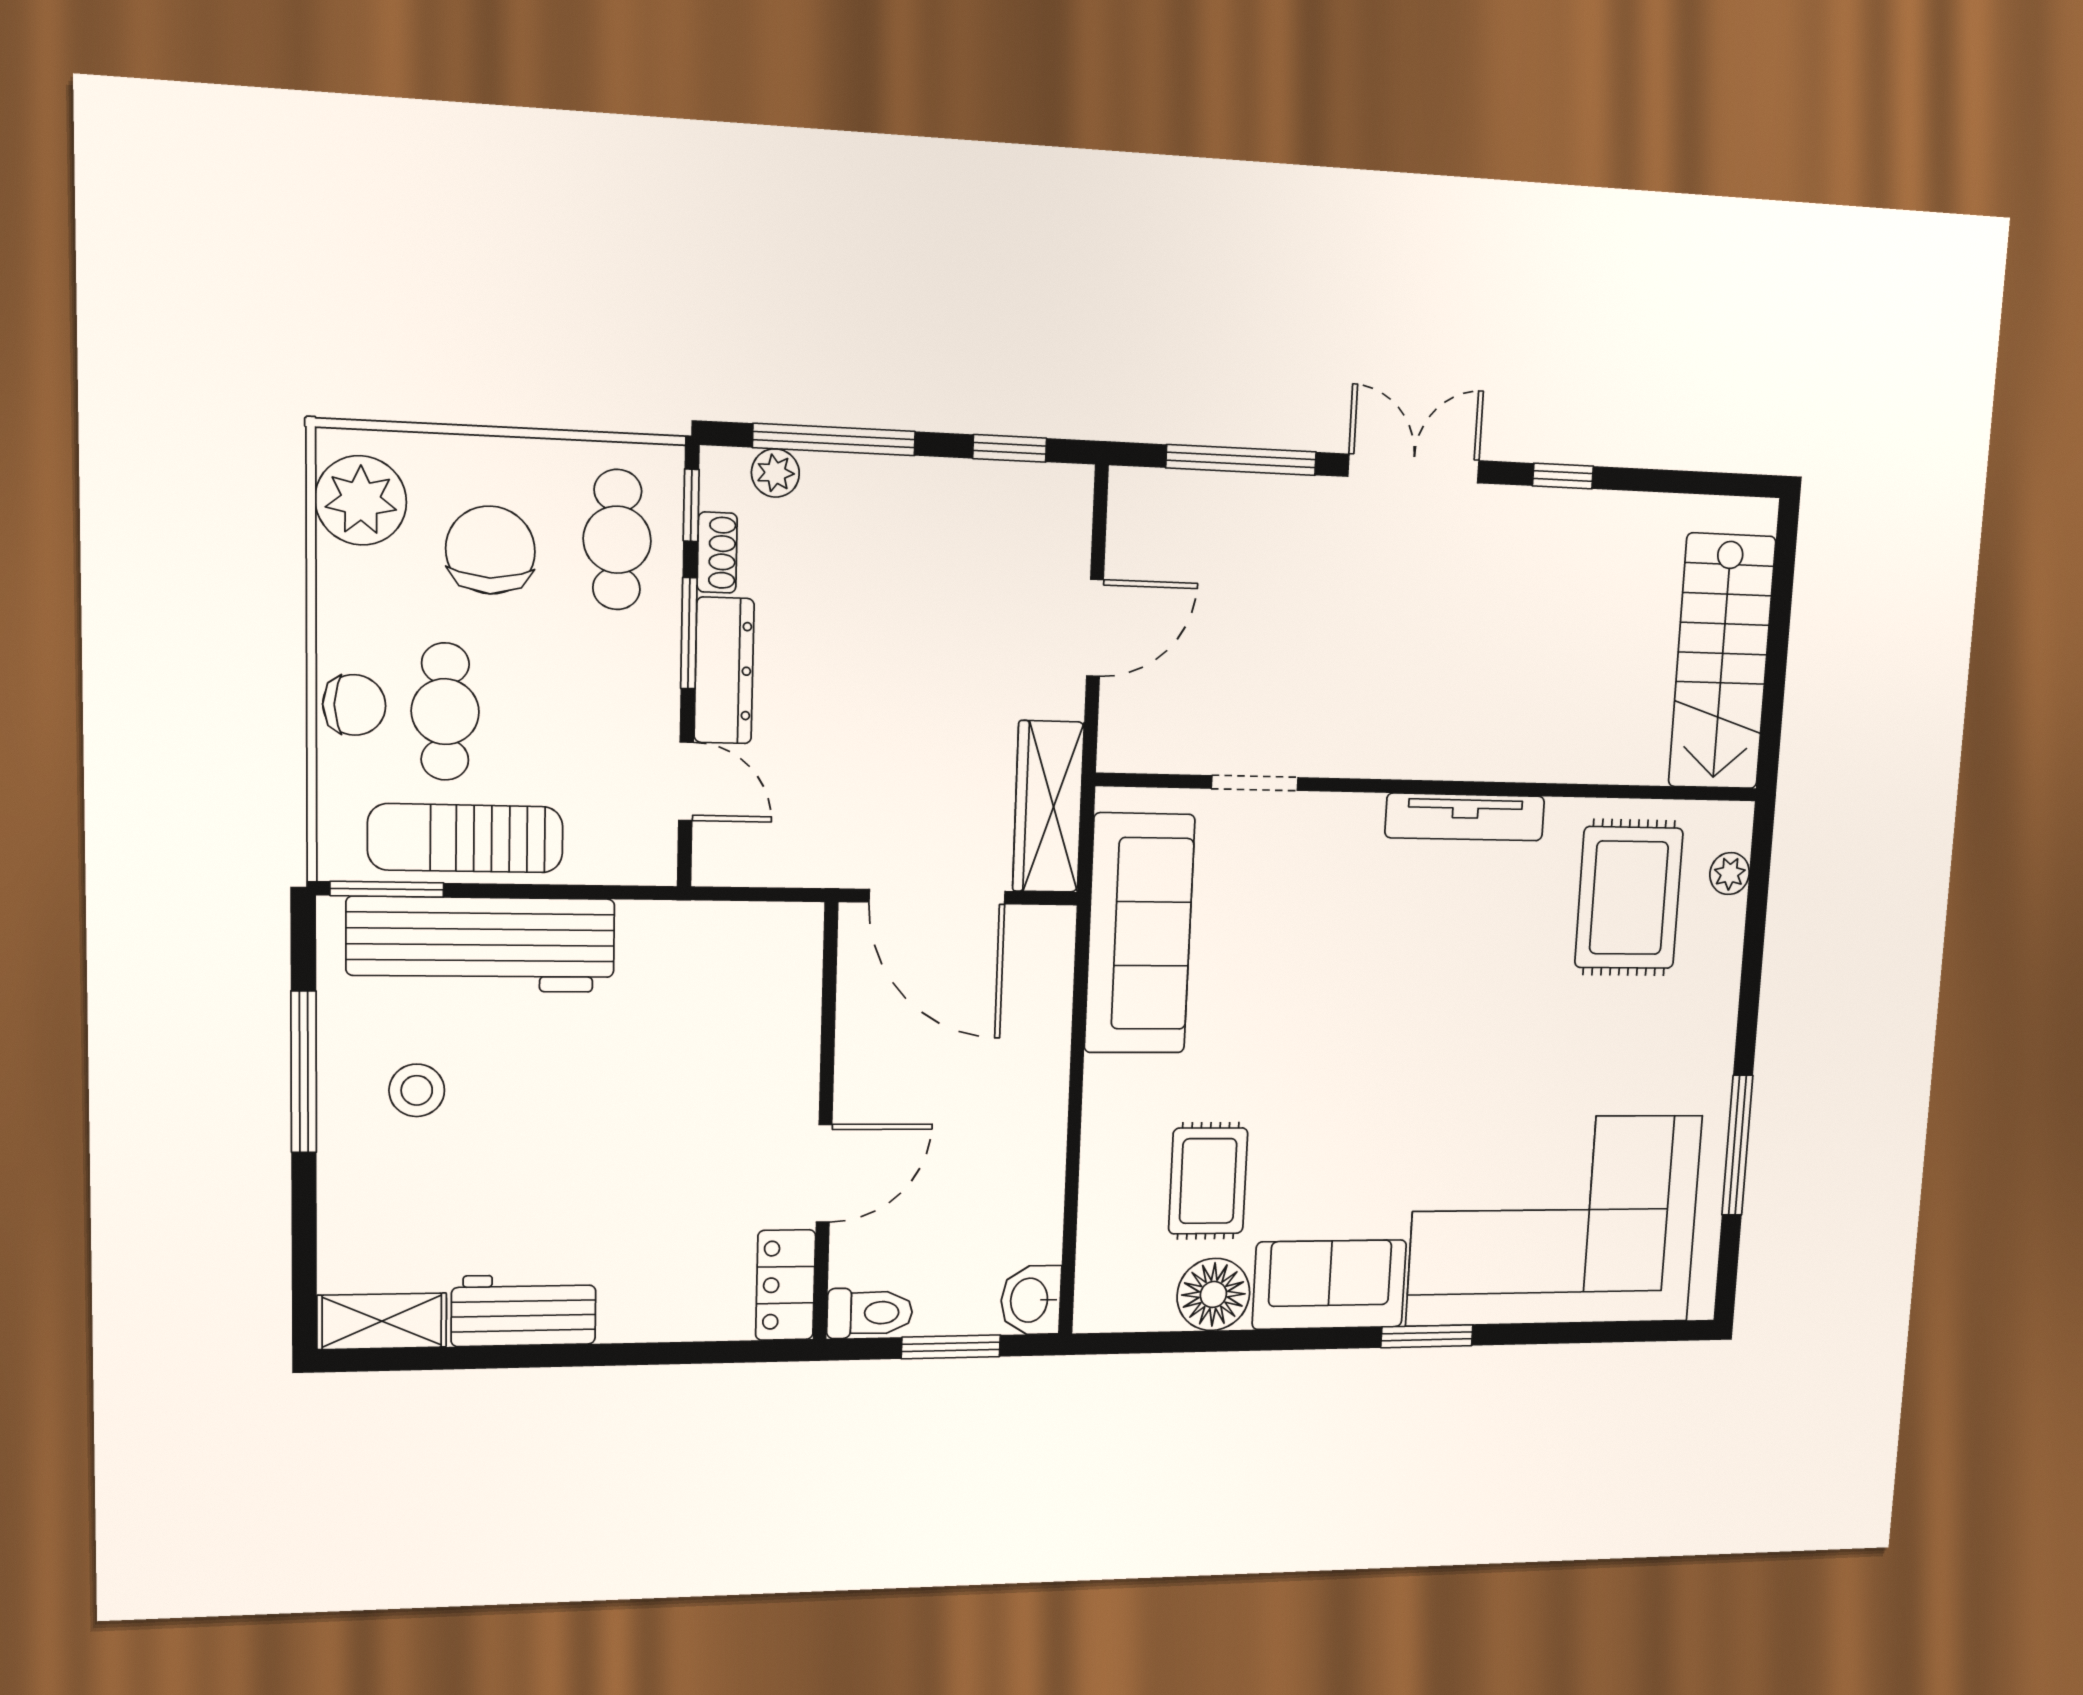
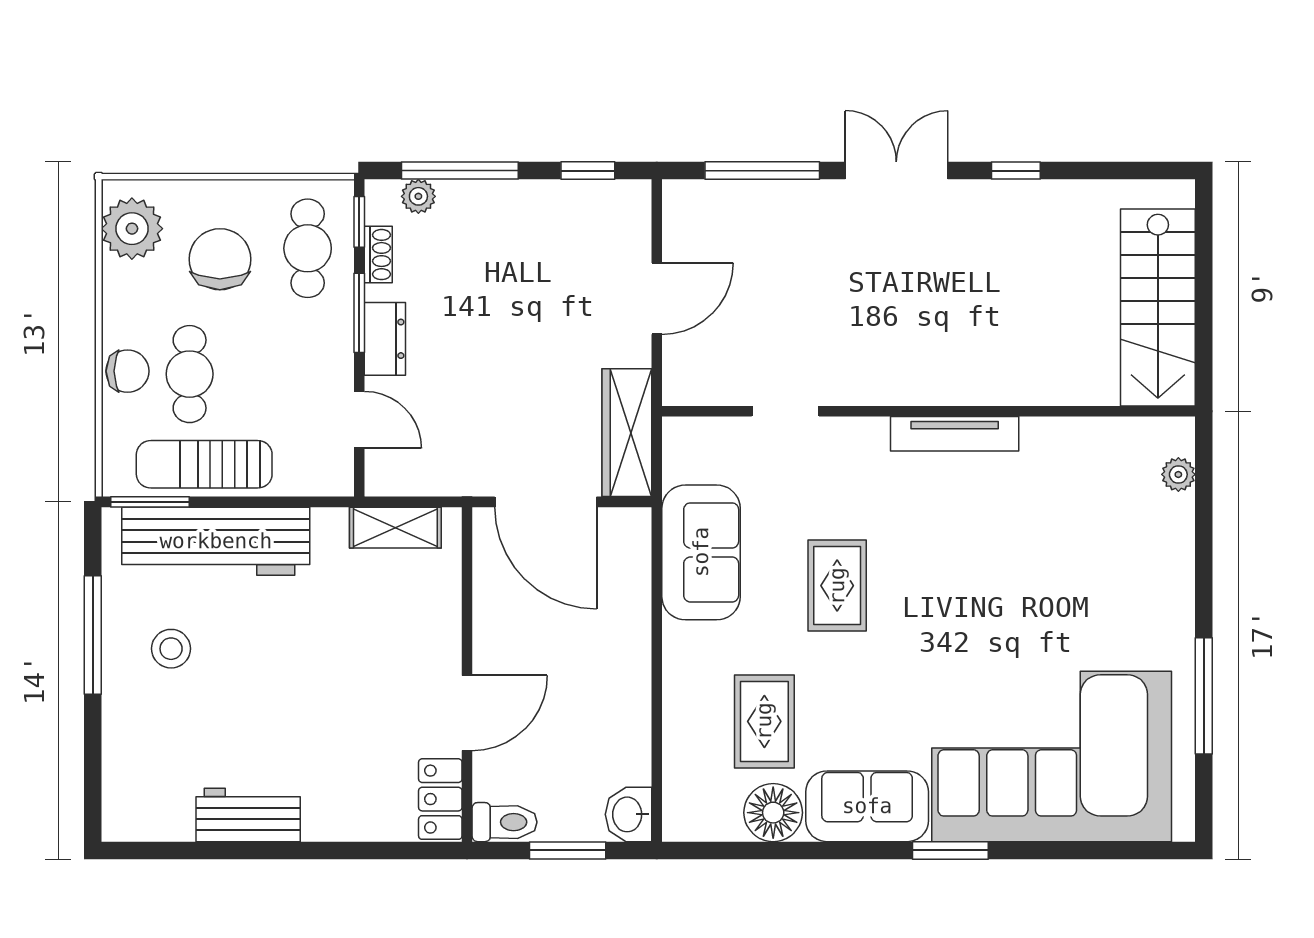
dresser: (724, 671) -> (385, 339), width x0.70
rug: (1629, 898) -> (837, 586), moved, width x0.73, depth x0.70
sofa: (1139, 934) -> (701, 552), width x0.73
shelving: (382, 1321) -> (395, 528), moved

